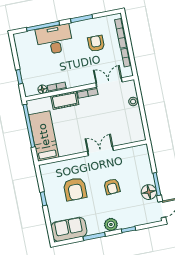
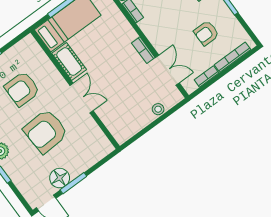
armchair: (96, 43) -> (206, 33), turned 180
cot: (65, 100) -> (69, 61), moved
armchair: (112, 187) -> (46, 131), width x1.88, depth x1.88

